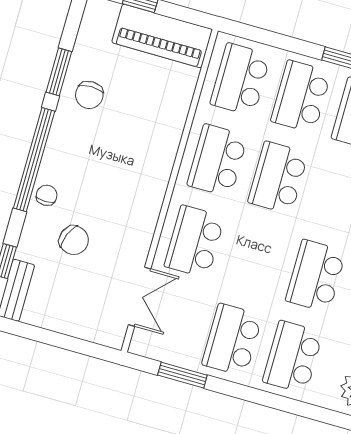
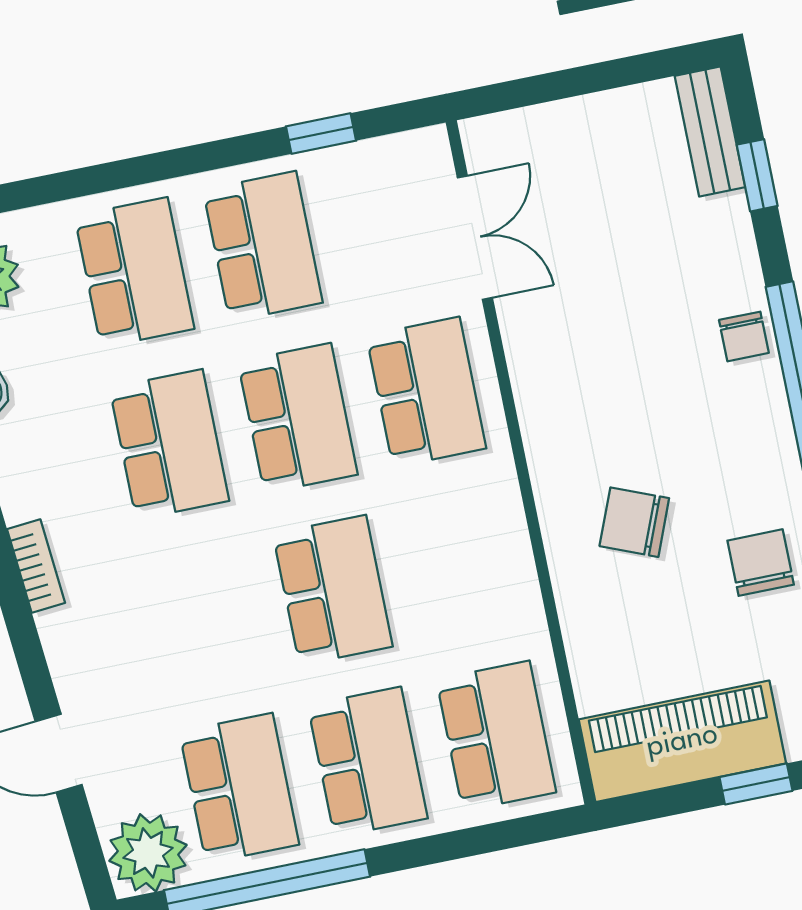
school desk: (217, 160) -> (298, 418), moved
chair: (74, 240) -> (634, 522), moved
double door: (140, 297) -> (475, 238), swing flipped
window: (182, 375) -> (321, 133), width x0.67

